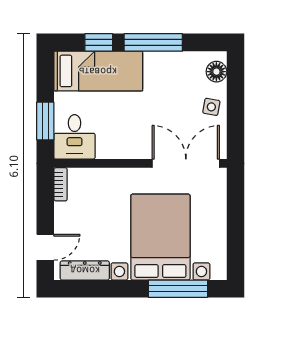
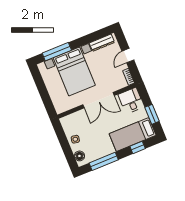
window: (153, 42) -> (104, 161), moved
window: (45, 121) -> (152, 114), moved
double door: (186, 163) -> (99, 100), moved
door: (45, 247) -> (128, 56), moved

